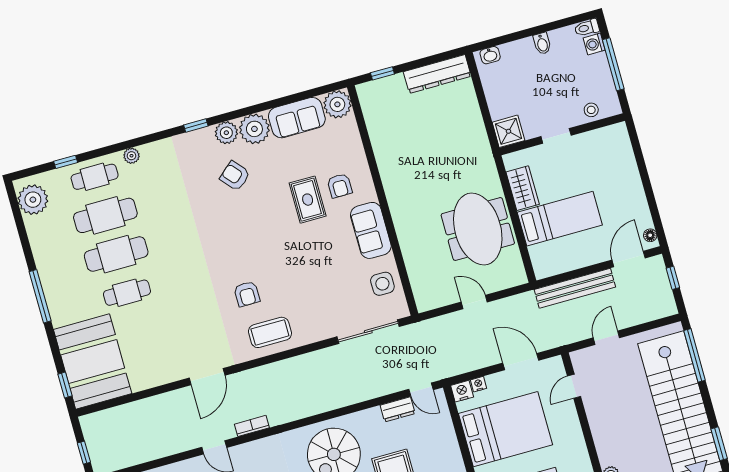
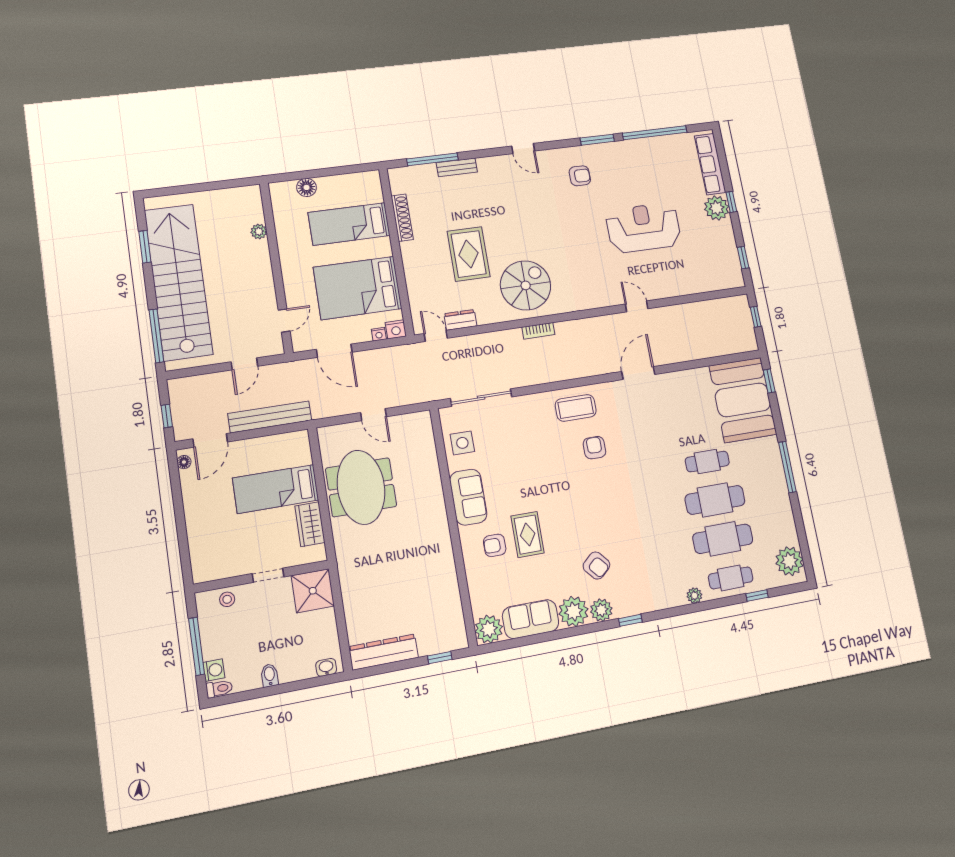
shower: (508, 131) -> (313, 591), width x1.36, depth x1.36
armchair: (340, 186) -> (495, 545), turned -90
bookcase: (252, 426) -> (538, 331), moved

